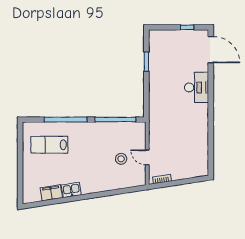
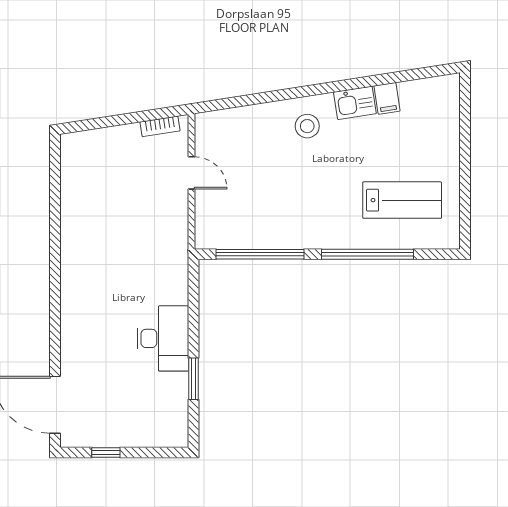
desk: (197, 87) -> (163, 338), moved, turned 180
stool: (121, 159) -> (307, 126), moved
filing cabinet: (51, 193) -> (387, 98), width x0.50

